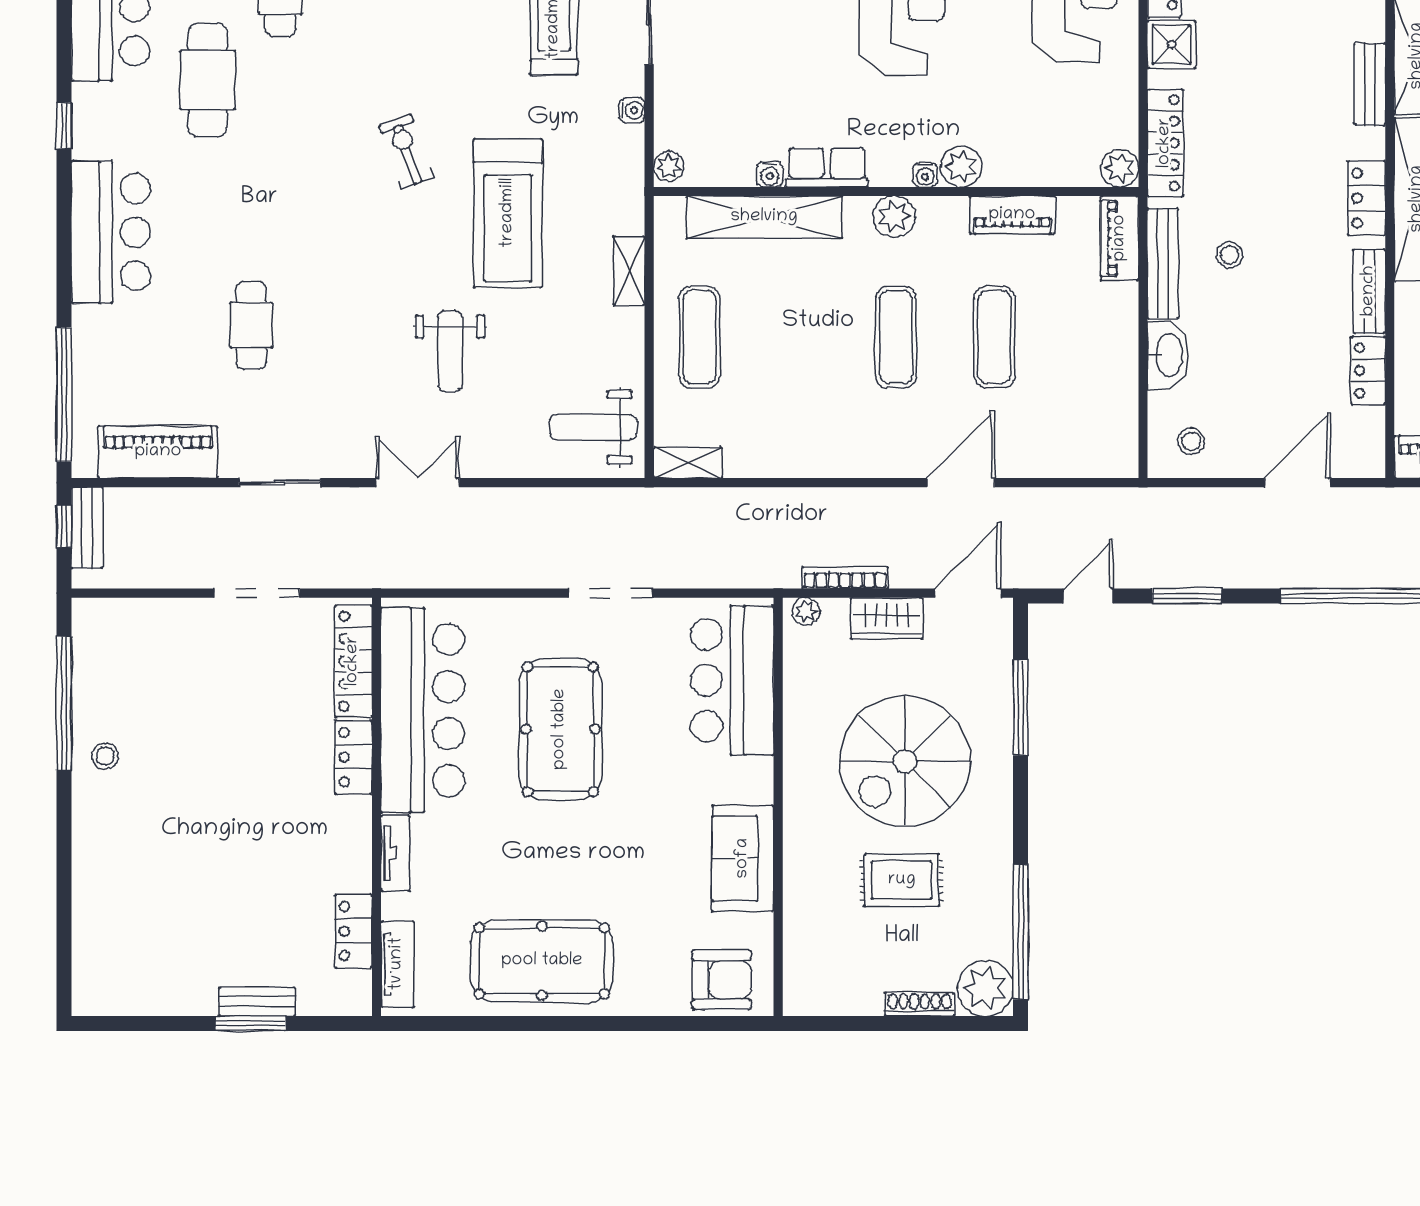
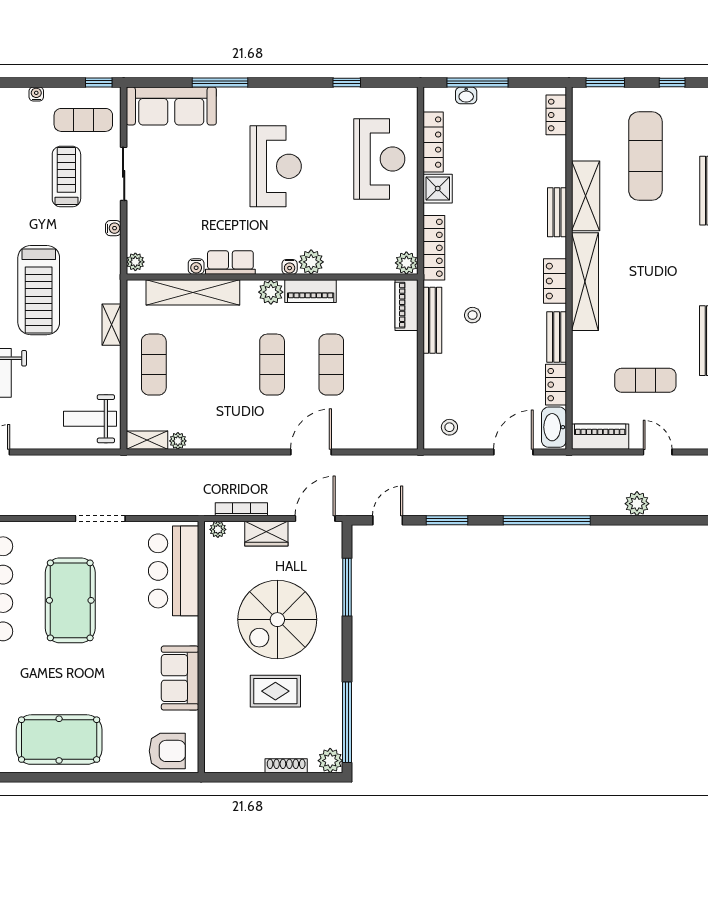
piano: (1012, 215) -> (311, 291), moved
washbasin: (1168, 355) -> (554, 427), moved, turned 180
plant: (739, 464) -> (178, 441), added
plant: (985, 988) -> (330, 761), width x0.73, depth x0.73

